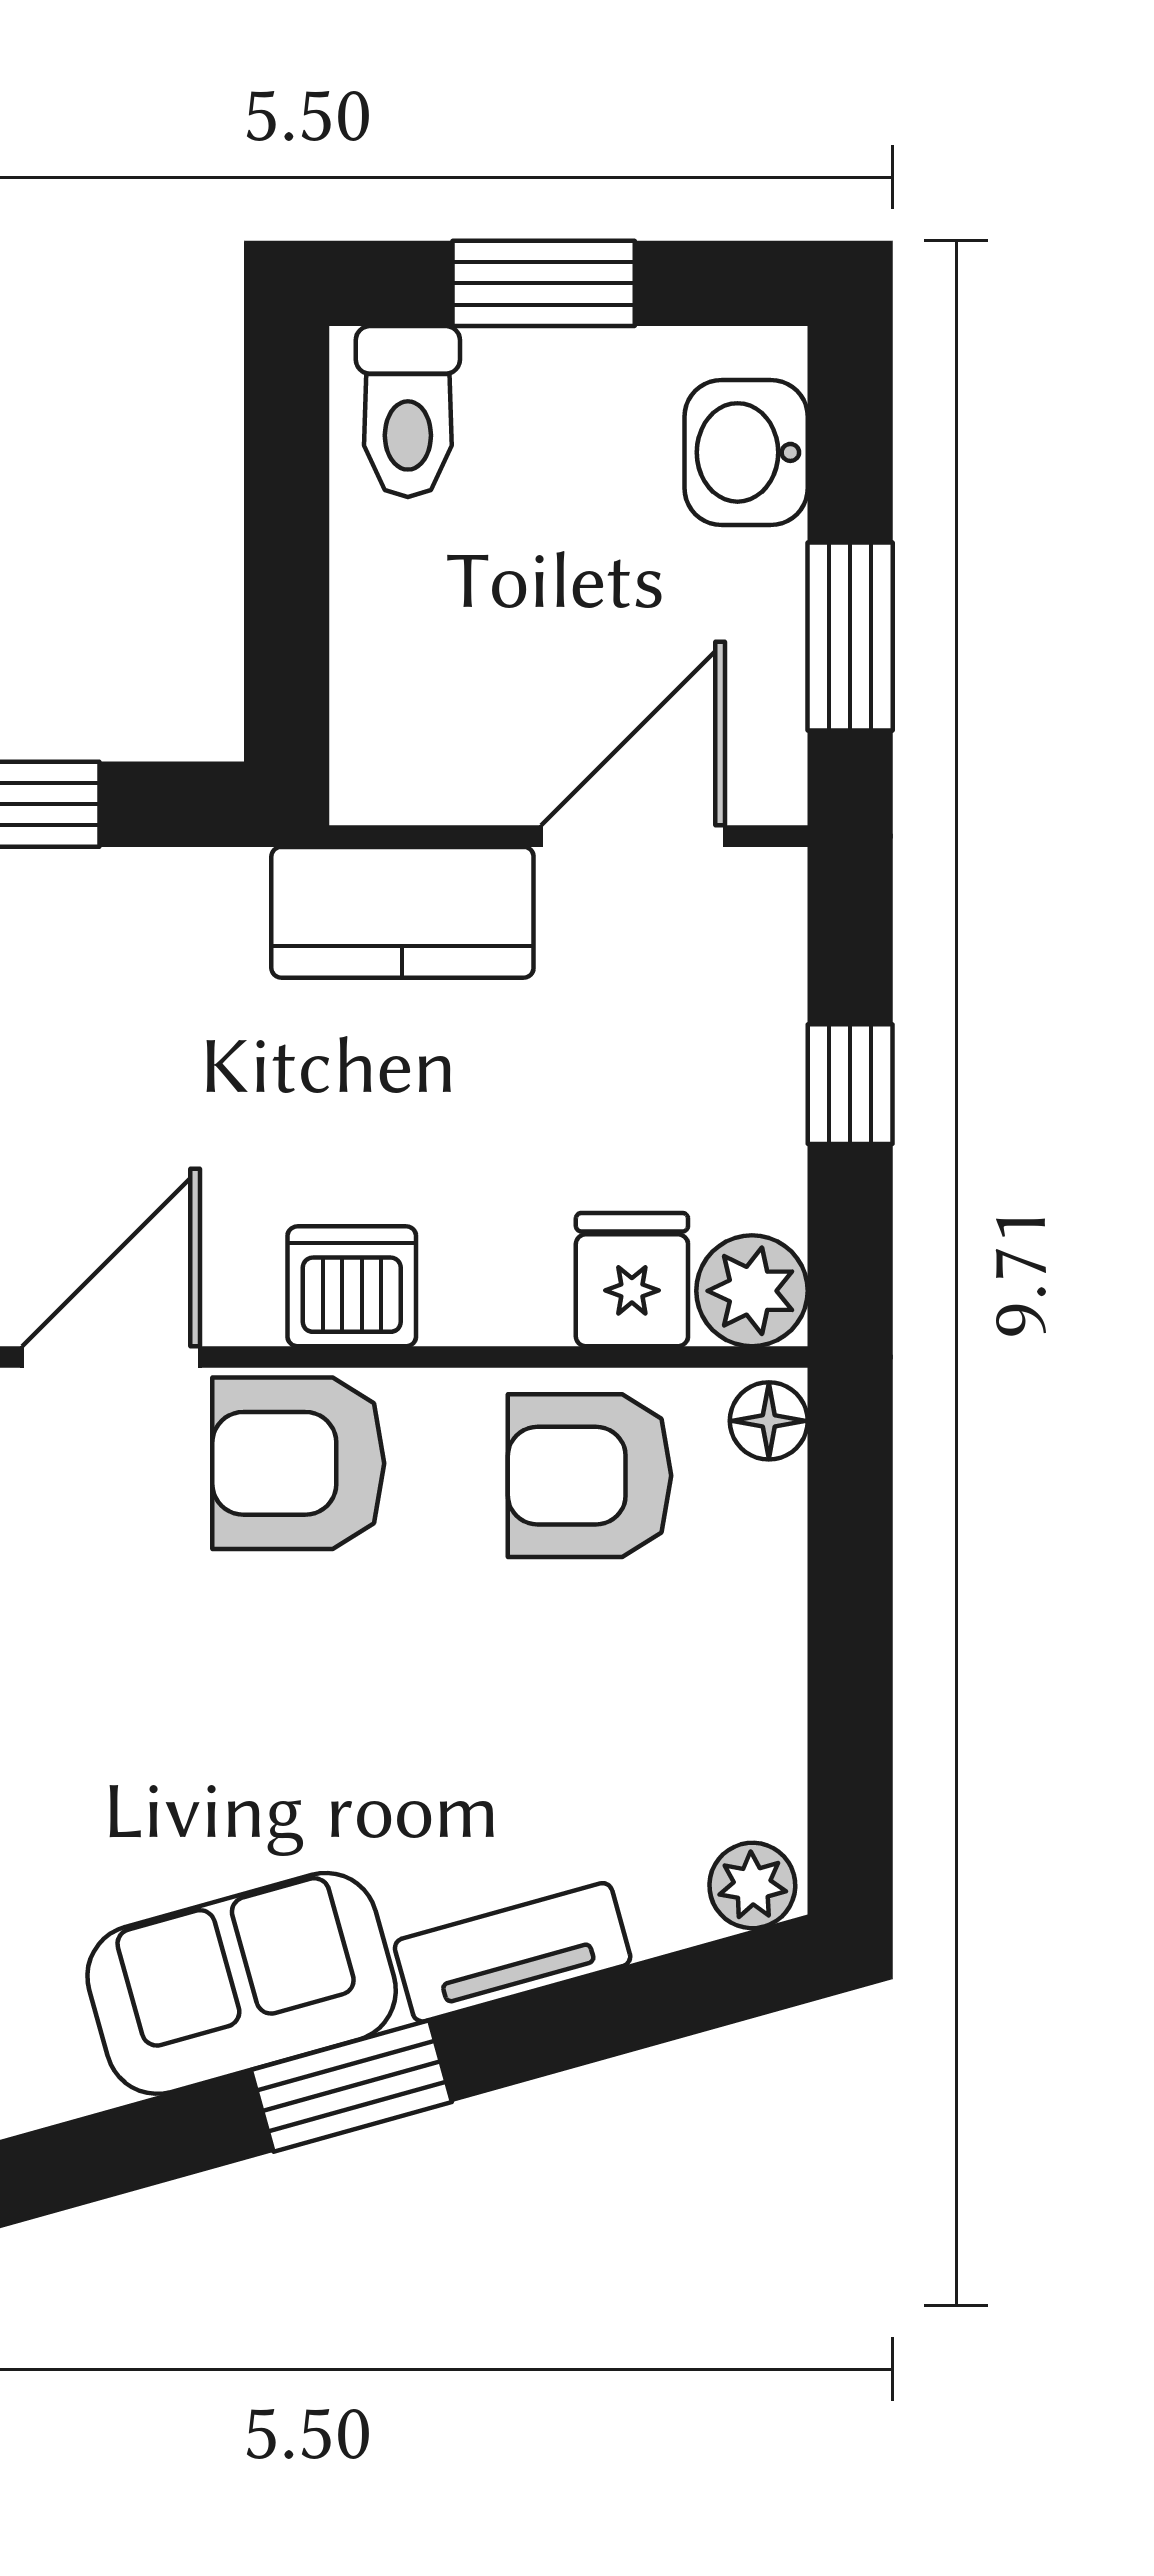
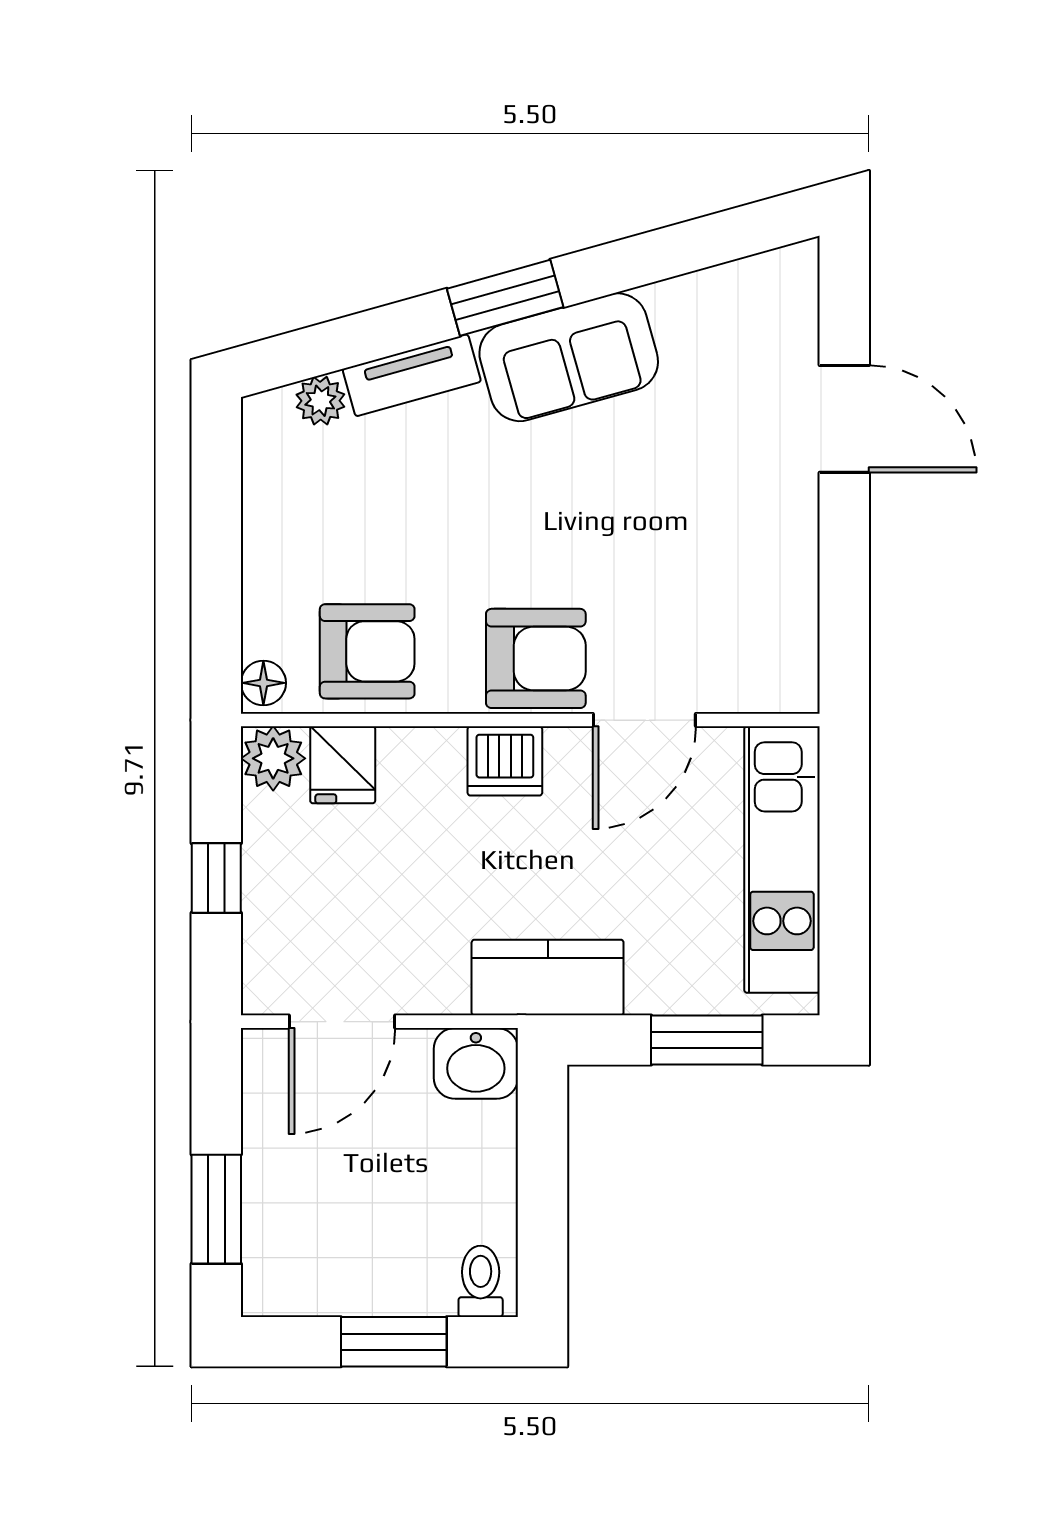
toilet: (408, 411) -> (481, 1281), width x0.73, depth x0.72
washbasin: (746, 452) -> (476, 1063), moved, turned 90
window: (850, 636) -> (216, 1209), moved
kitchen counter: (402, 912) -> (548, 978), moved
plant: (752, 1885) -> (320, 401), moved

